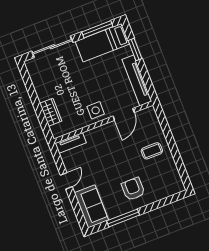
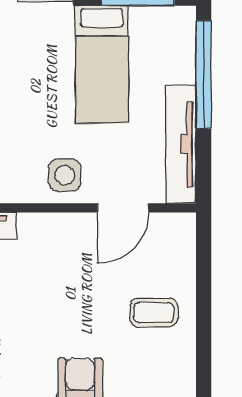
bed: (102, 43) -> (102, 64), moved, turned -90
window: (135, 49) -> (204, 75), width x2.11

